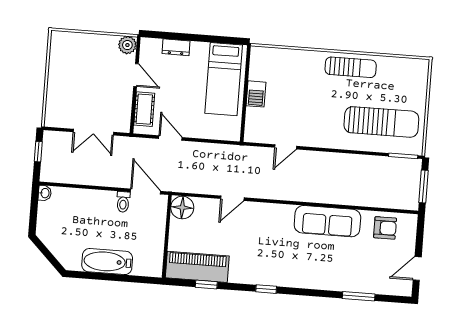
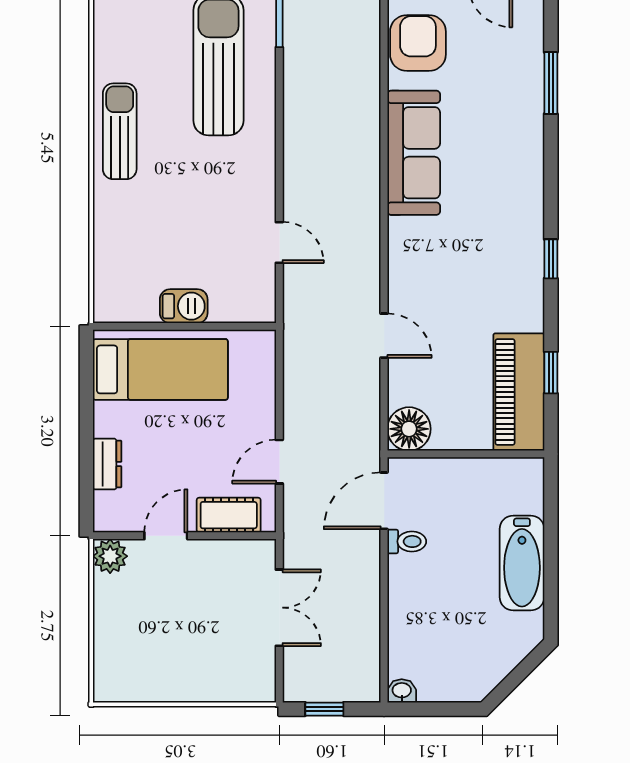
armchair: (385, 228) -> (418, 43), width x1.38, depth x1.38

